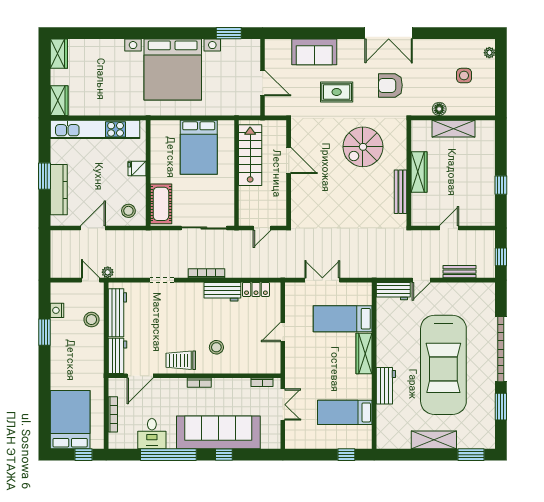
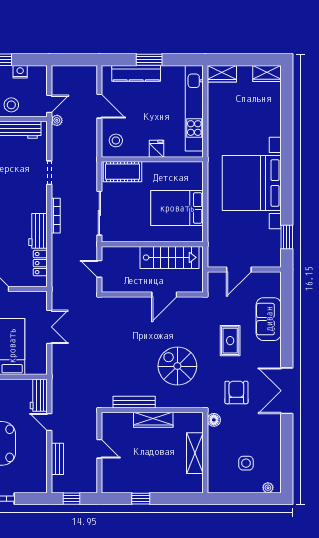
floor lamp: (439, 109) -> (214, 420), moved

